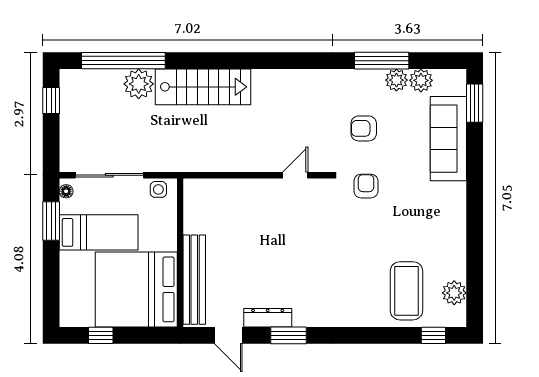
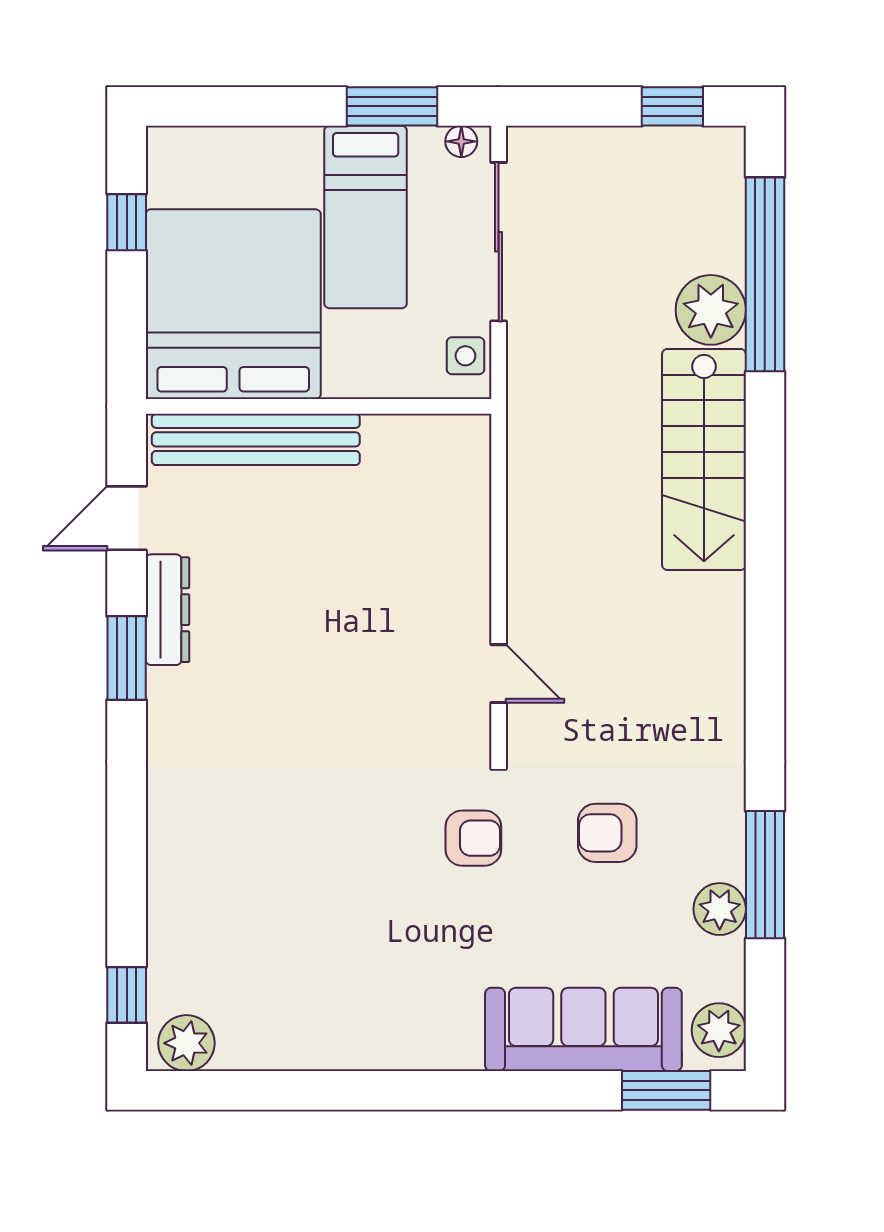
plant: (421, 80) -> (719, 1030), moved
armchair: (364, 128) -> (607, 833), turned -90
coffee table: (406, 291) -> (230, 932), removed
plant: (454, 293) -> (186, 1043), moved

